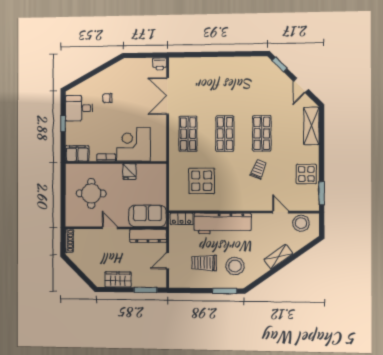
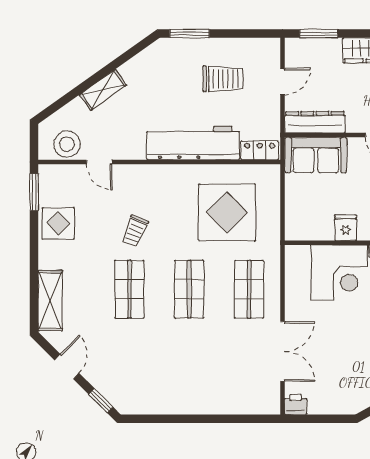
display table: (202, 181) -> (227, 212), width x1.36, depth x1.36
stool: (235, 266) -> (173, 74), removed

